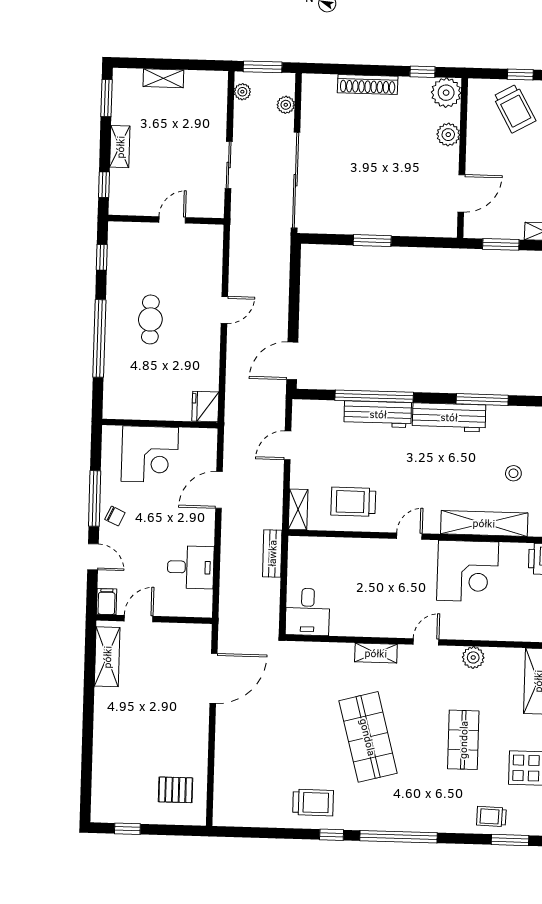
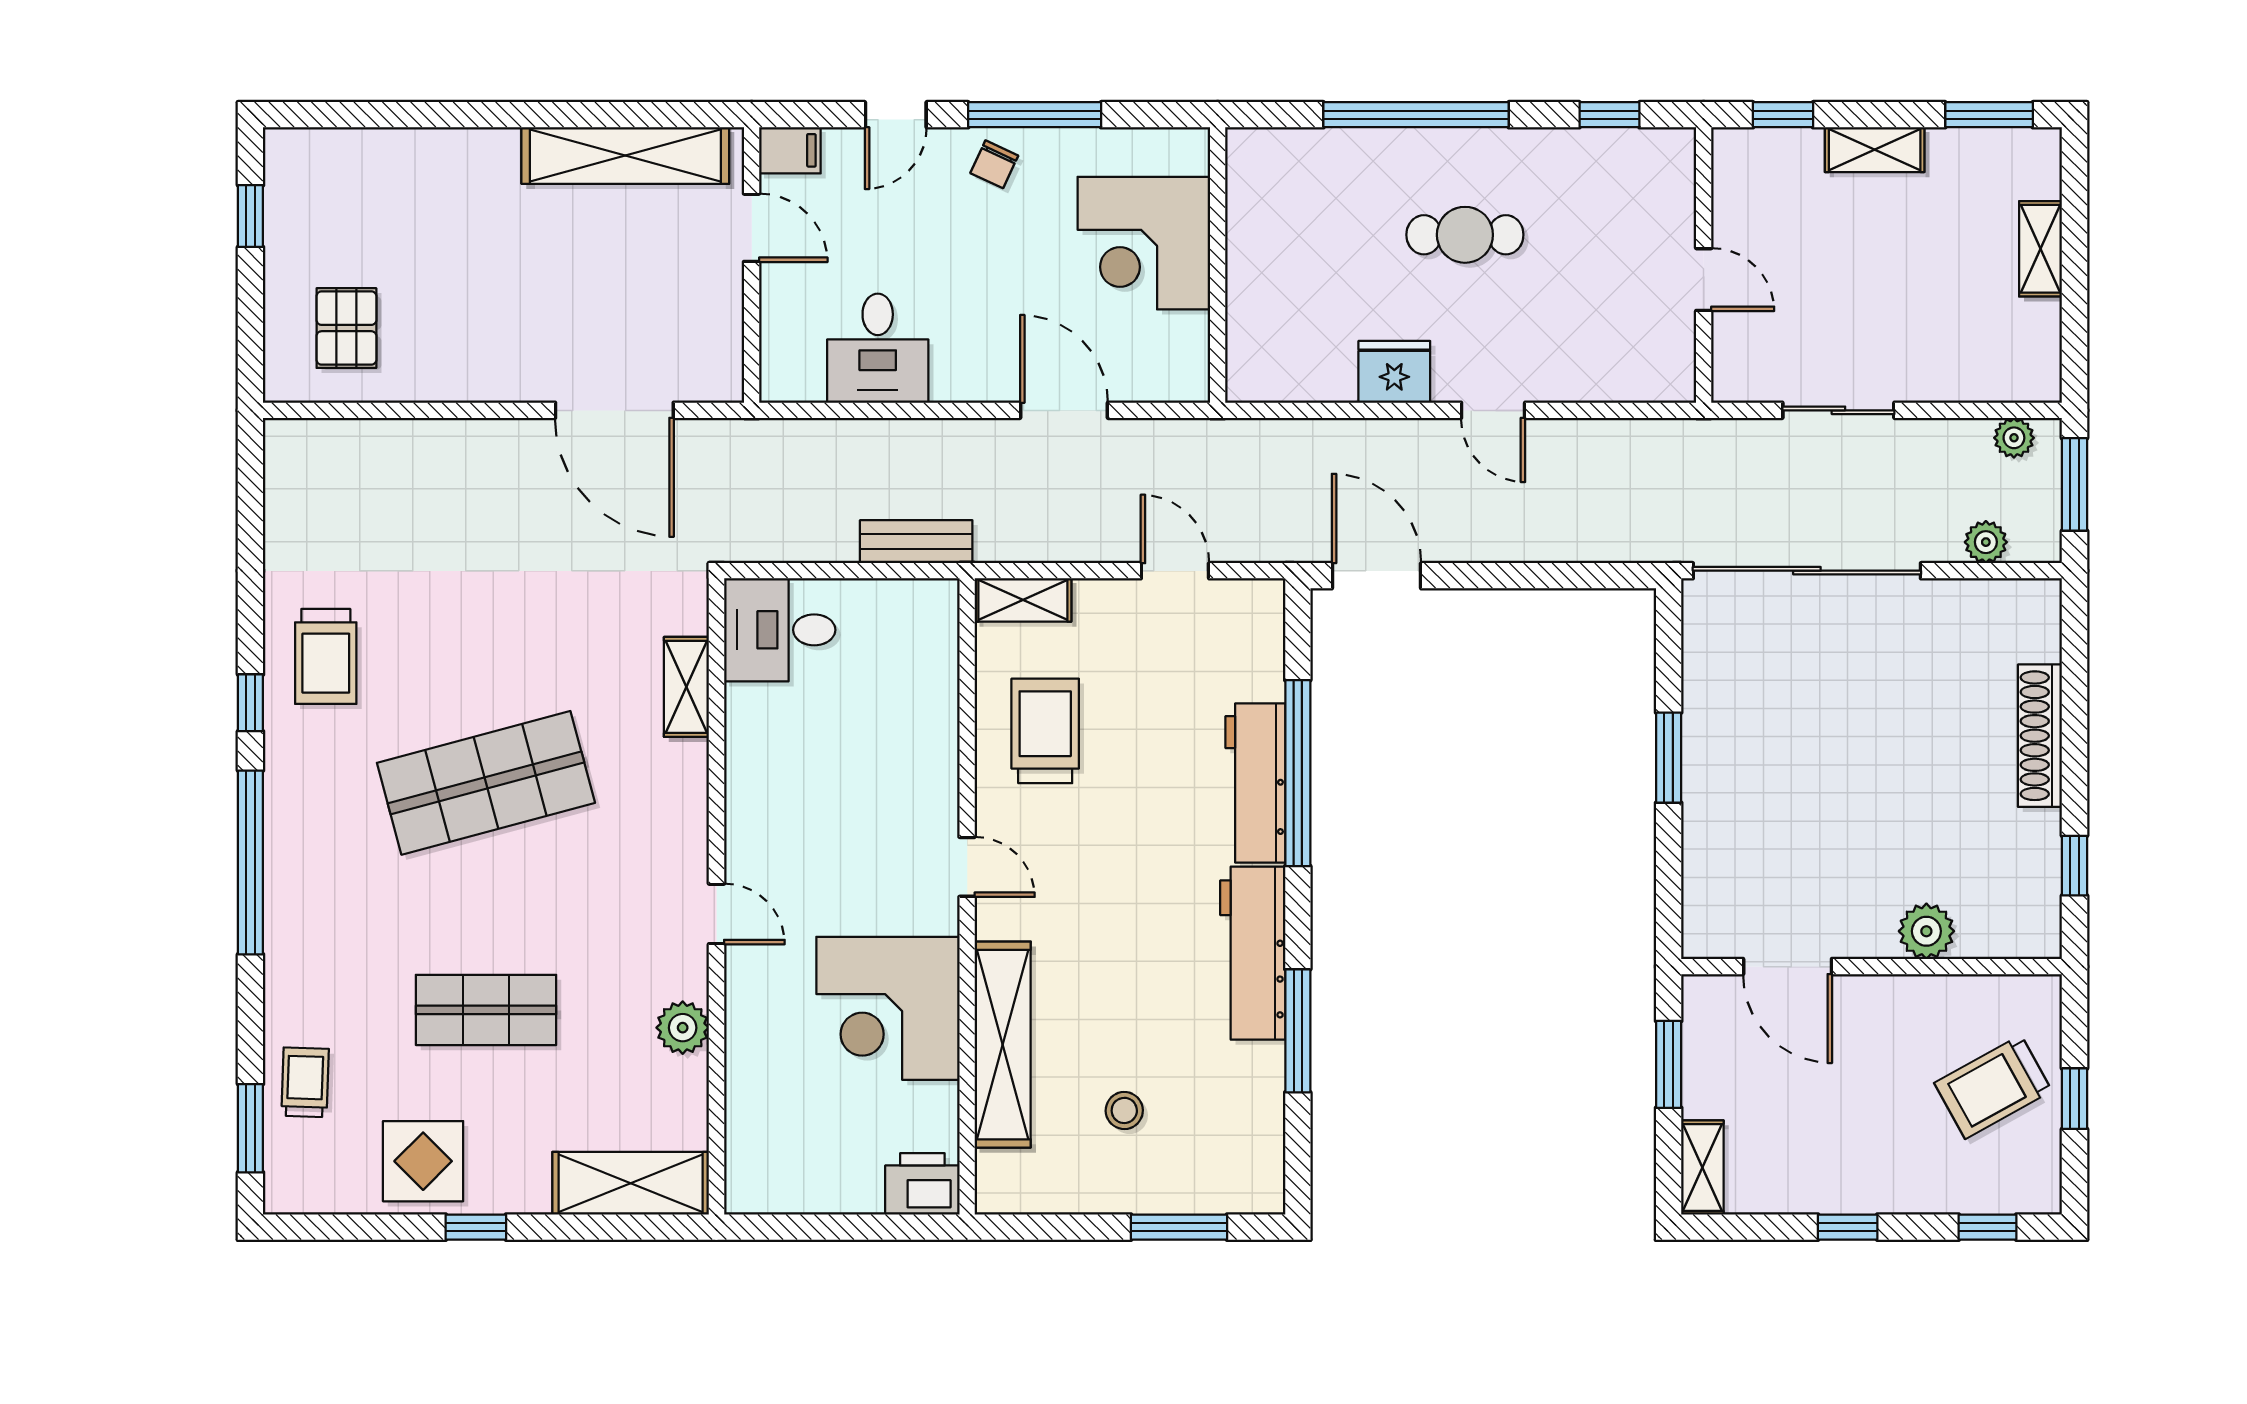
plant: (446, 93) -> (2026, 923), removed
fridge: (205, 406) -> (1394, 372), moved
shelving: (376, 653) -> (686, 687), moved
shelving: (107, 657) -> (625, 156), width x1.47

